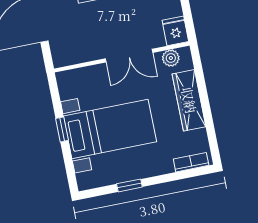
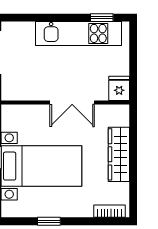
plant: (171, 58) -> (110, 112), removed

